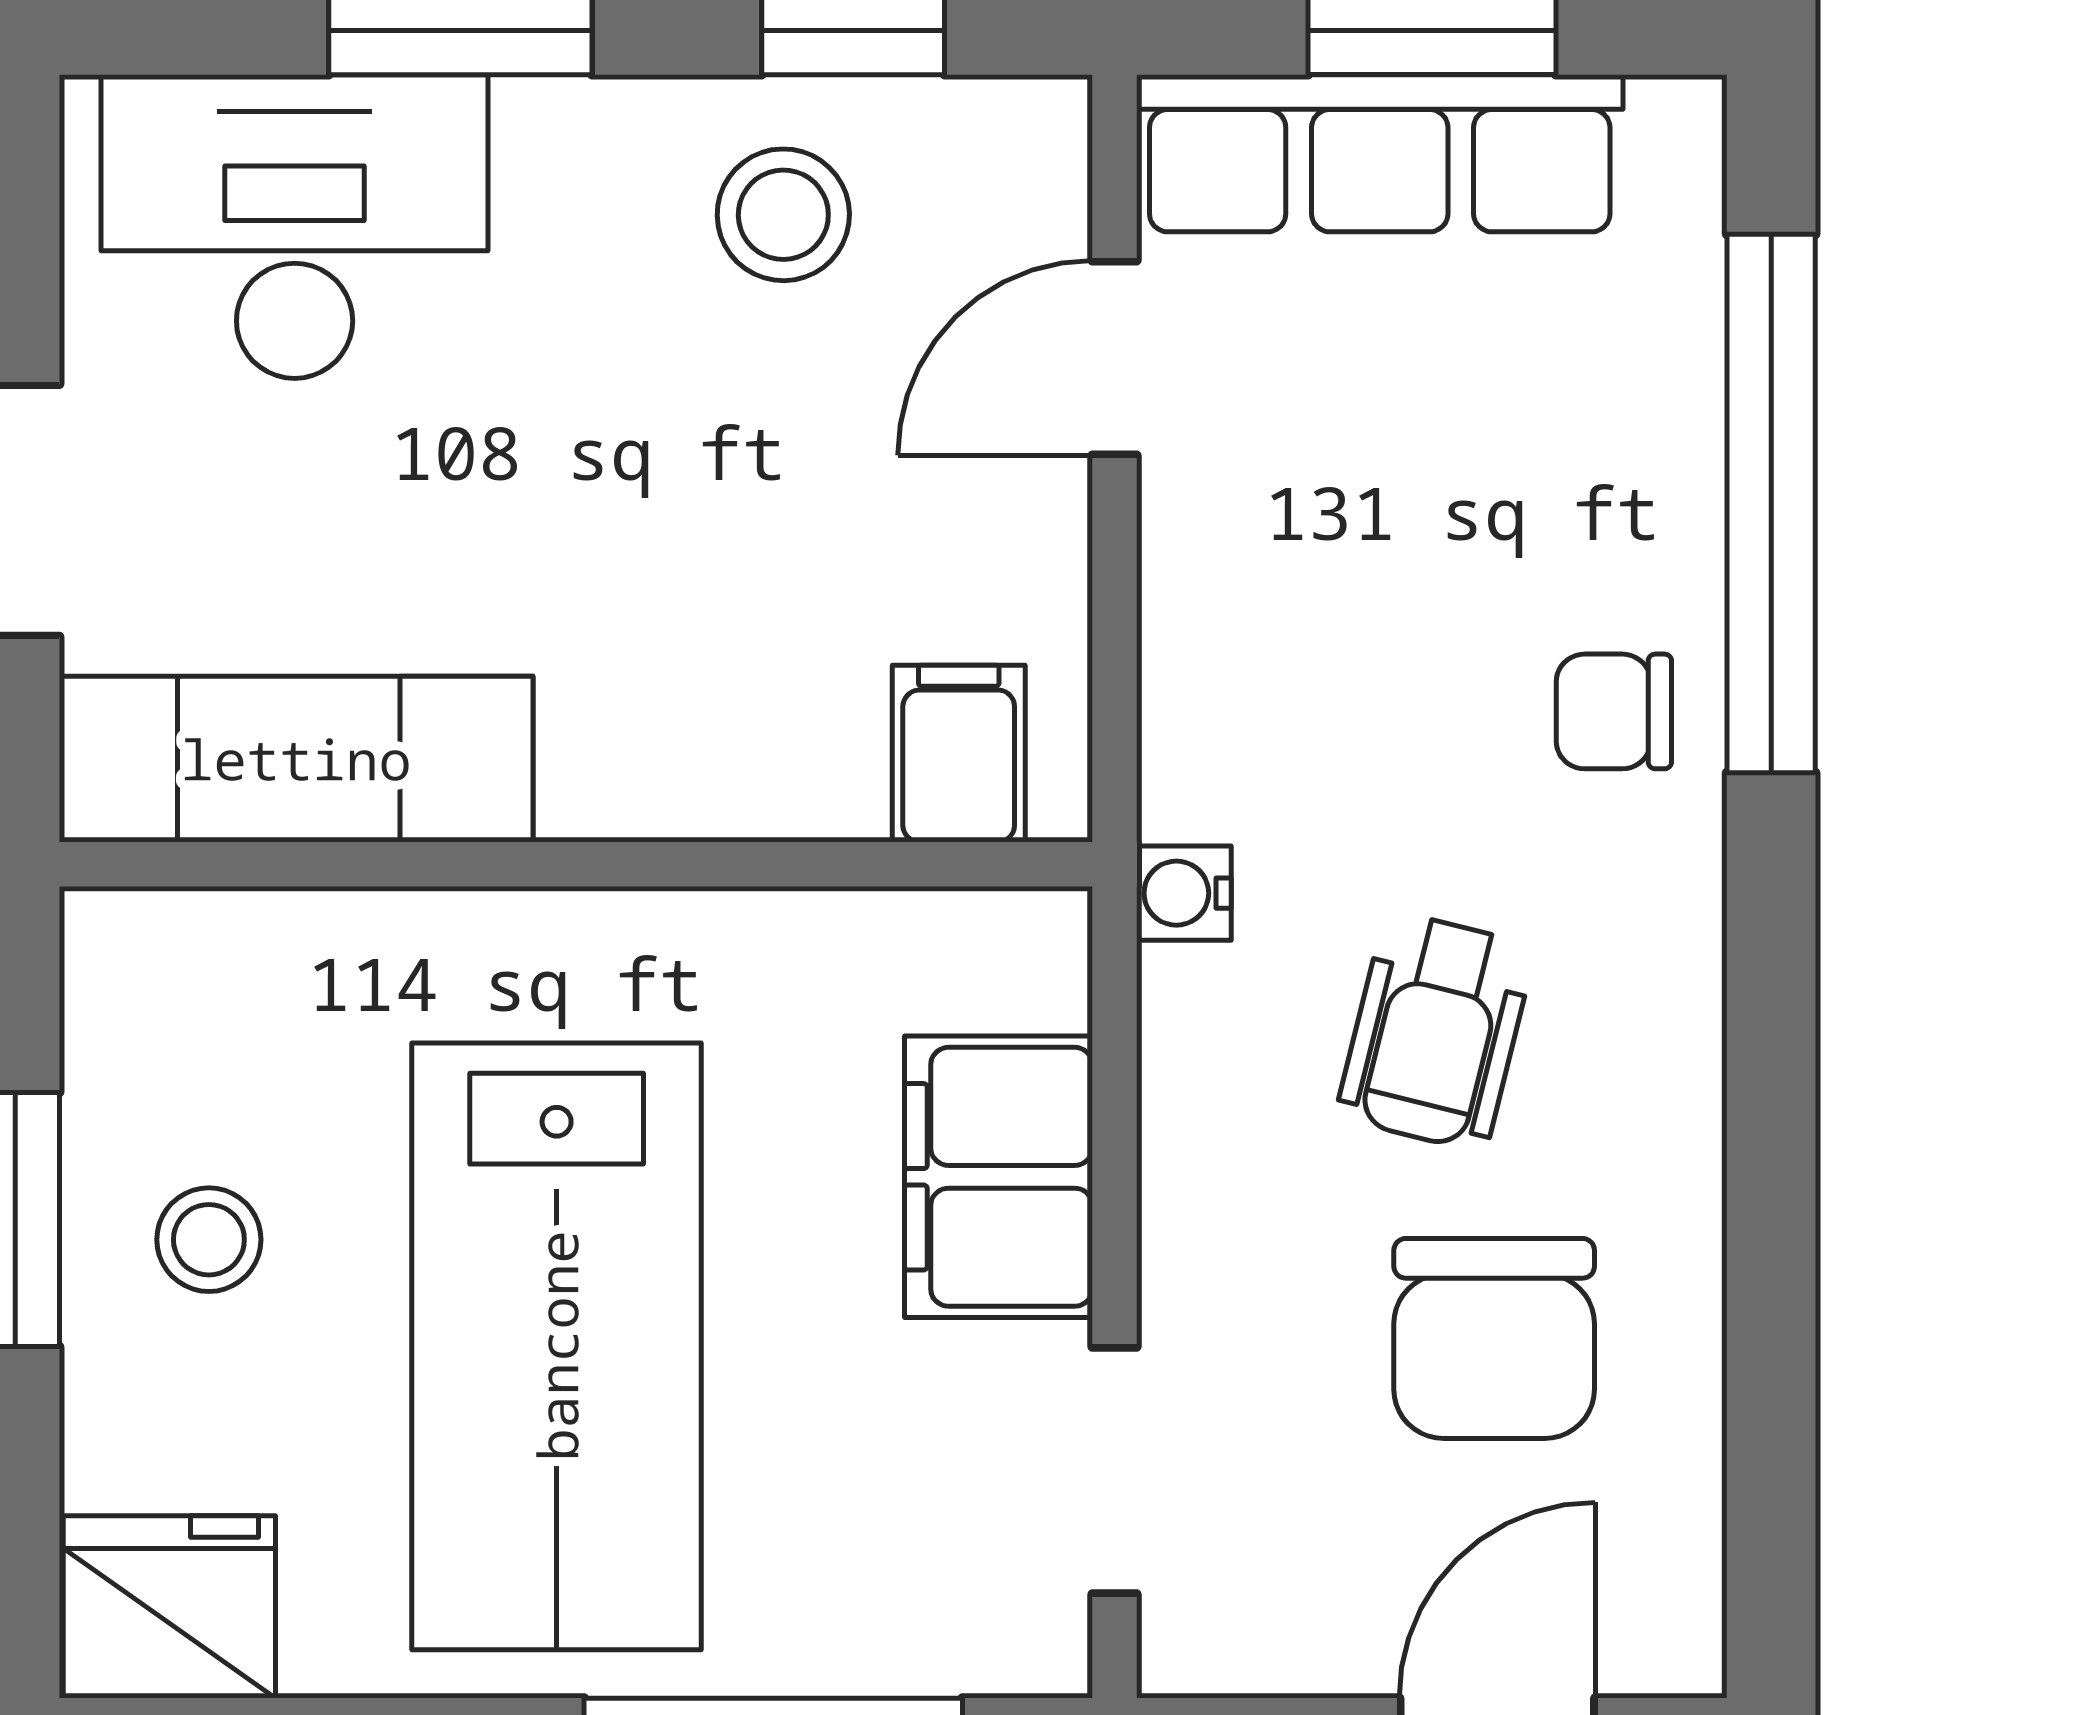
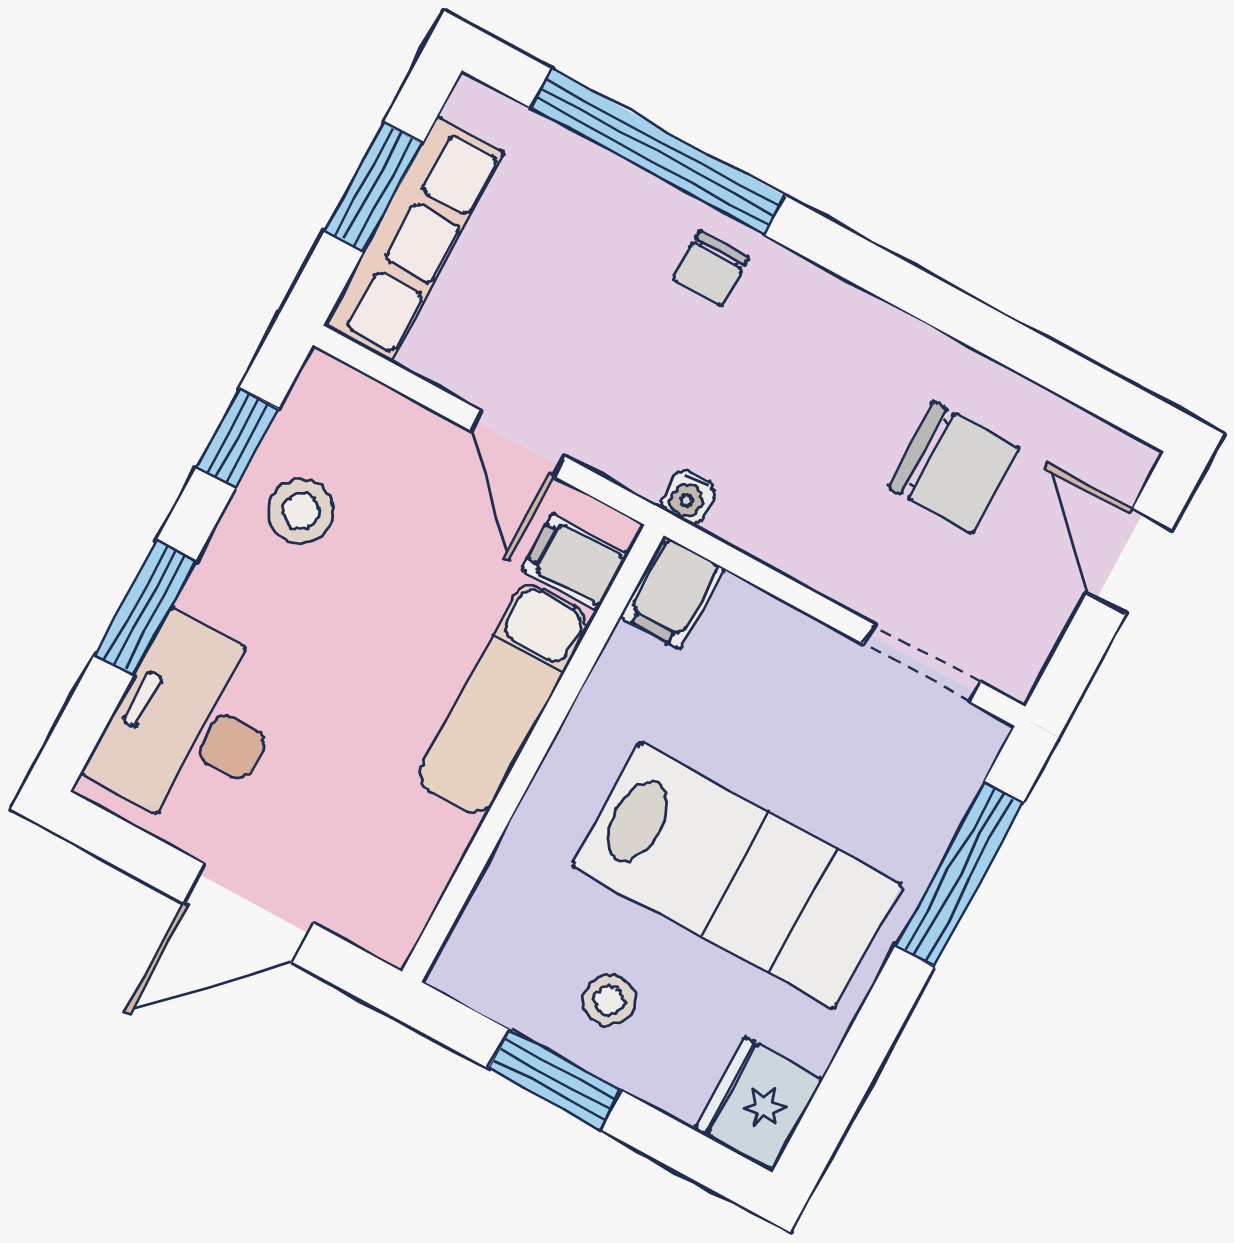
door: (1114, 358) -> (518, 444), moved
exam couch: (296, 759) -> (503, 699), moved
wheelchair: (1436, 1031) -> (807, 421), removed
filing cabinet: (998, 1177) -> (672, 592), moved, width x0.50

